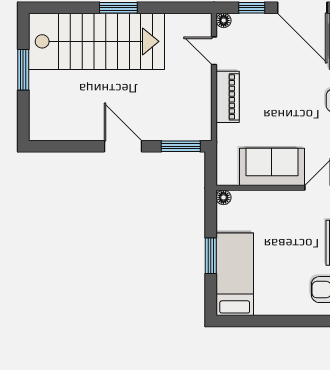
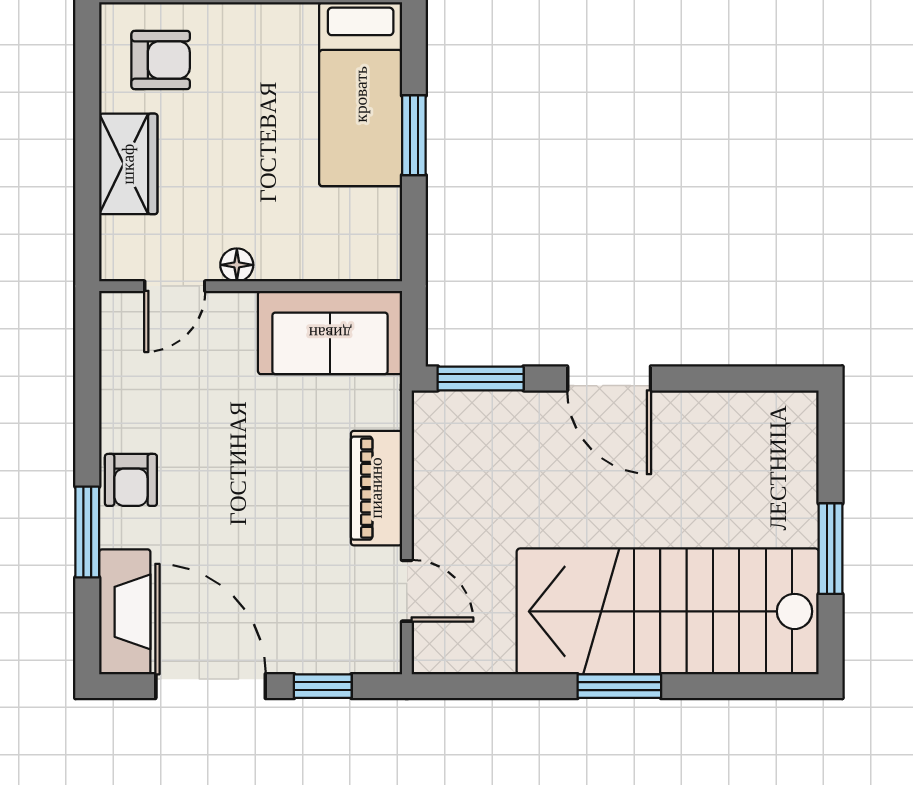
floor lamp: (224, 20) -> (385, 658), removed
sofa: (272, 167) -> (330, 333), moved
floor lamp: (223, 197) -> (237, 265), moved

